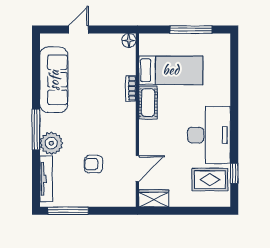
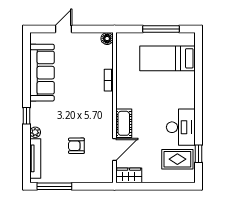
bed: (171, 70) -> (167, 58), moved, turned 180
cot: (148, 103) -> (124, 123), moved
window: (36, 130) -> (27, 116), width x0.46
desk: (209, 135) -> (181, 127), width x0.73, depth x0.77
plant: (51, 143) -> (35, 132), width x0.53, depth x0.53

